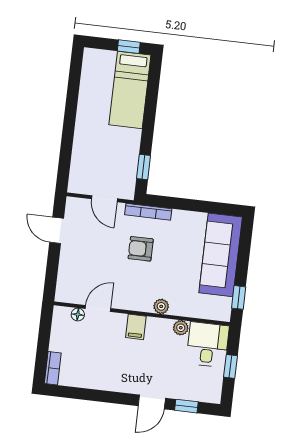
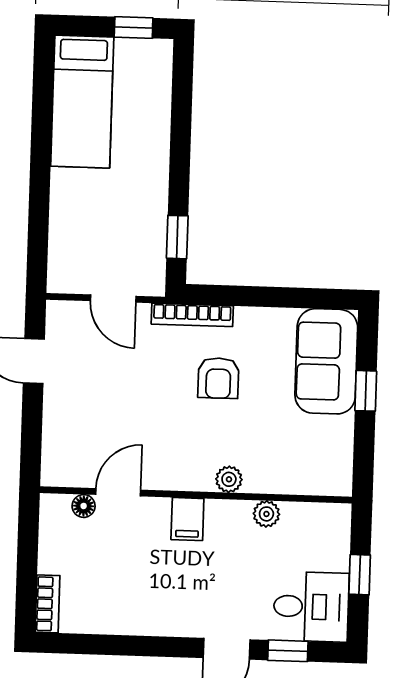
bed: (130, 90) -> (82, 102), moved
armchair: (141, 249) -> (218, 378), moved, turned -90
sofa: (221, 255) -> (326, 361), width x0.73
window: (239, 297) -> (366, 391), moved
desk: (208, 345) -> (311, 607), moved, turned 90

